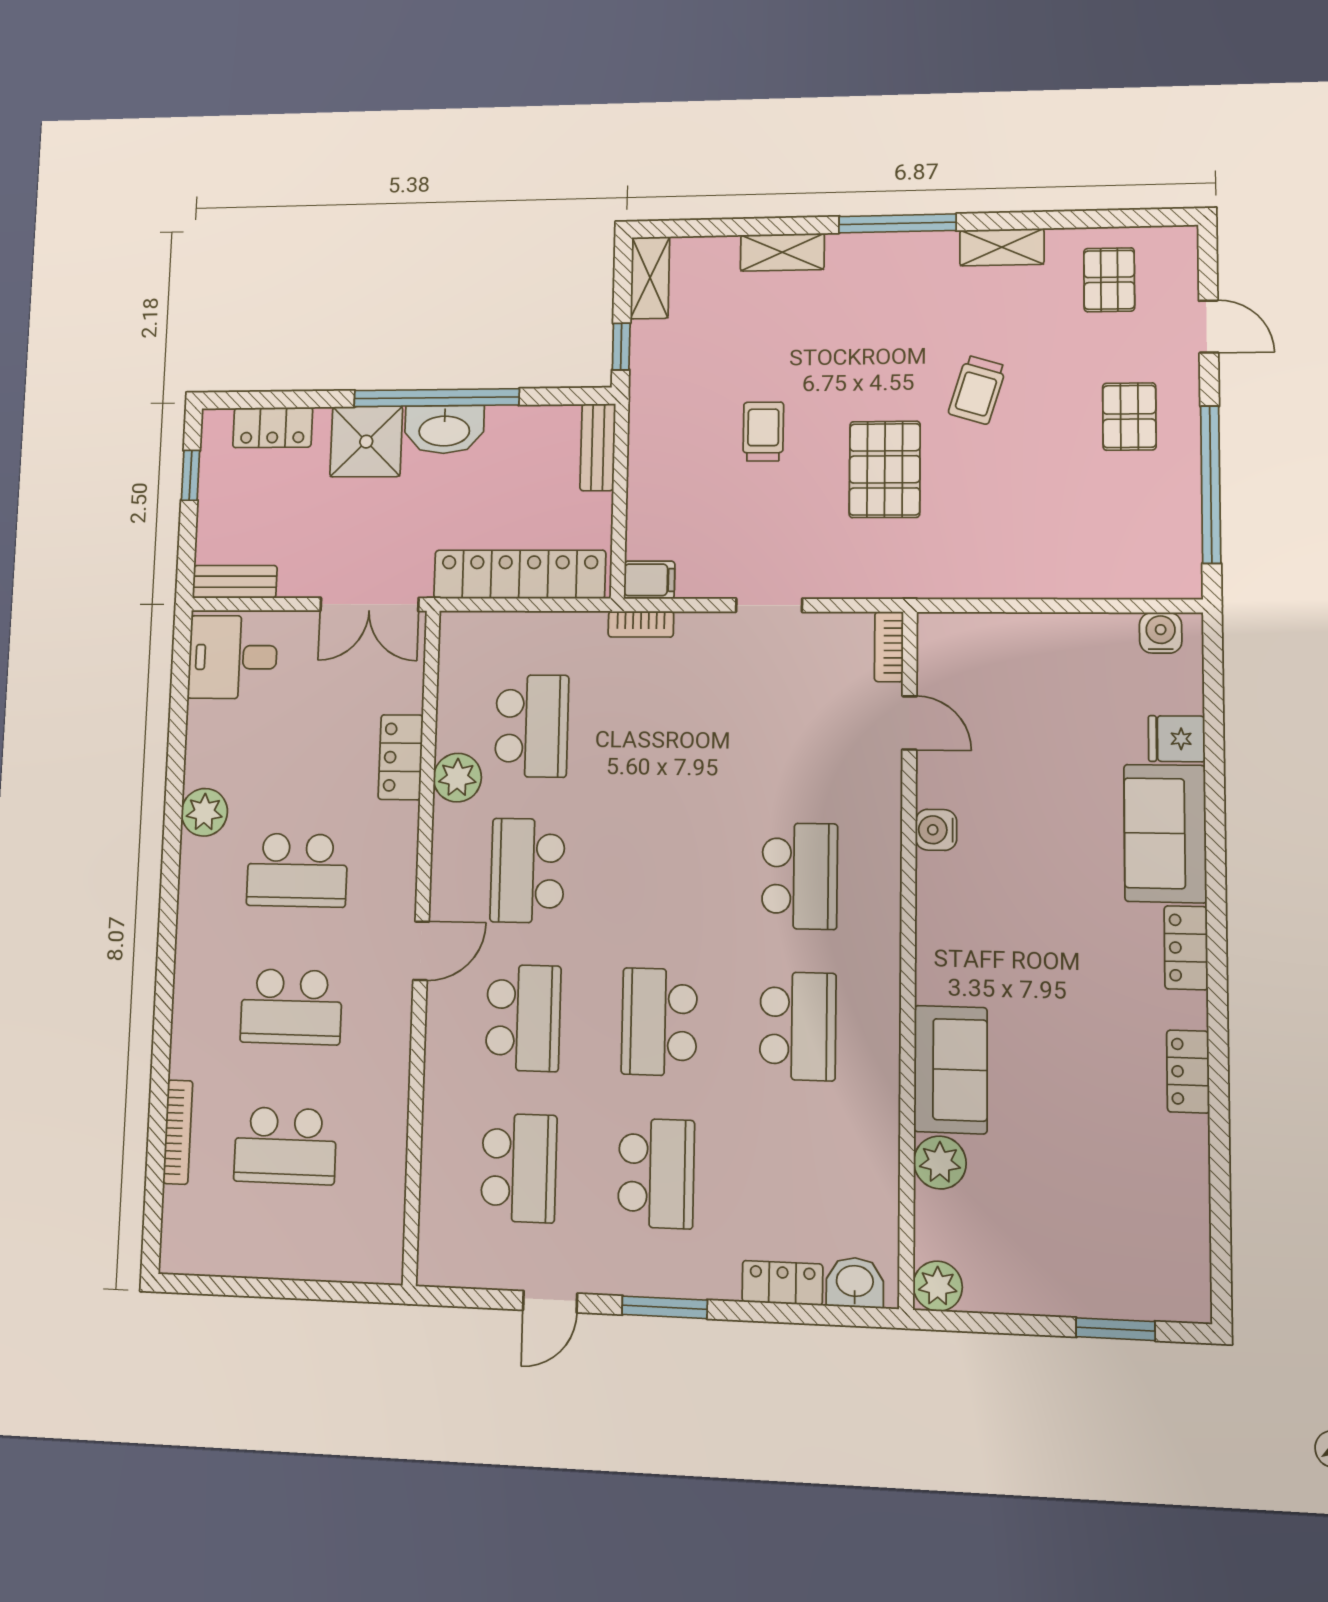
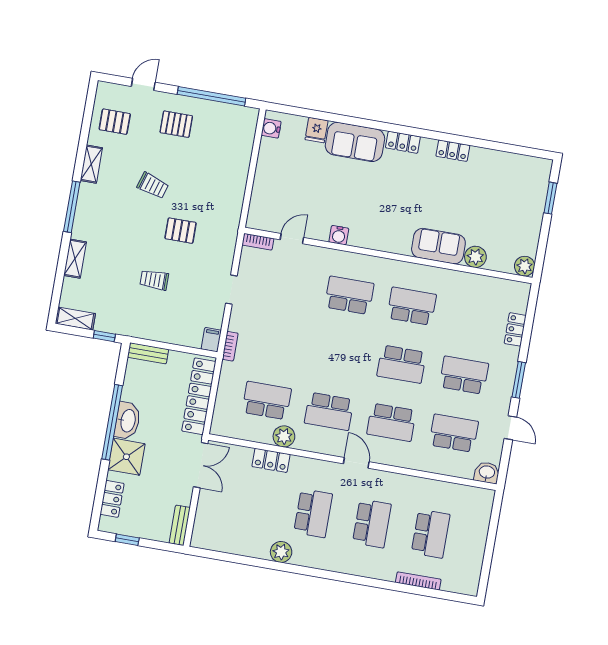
pallet: (885, 469) -> (181, 231), width x0.67, depth x0.71
desk: (233, 657) -> (214, 530), removed
school desk: (523, 1018) -> (391, 422), turned 180
washbasin: (855, 1282) -> (487, 473), moved, turned 90

